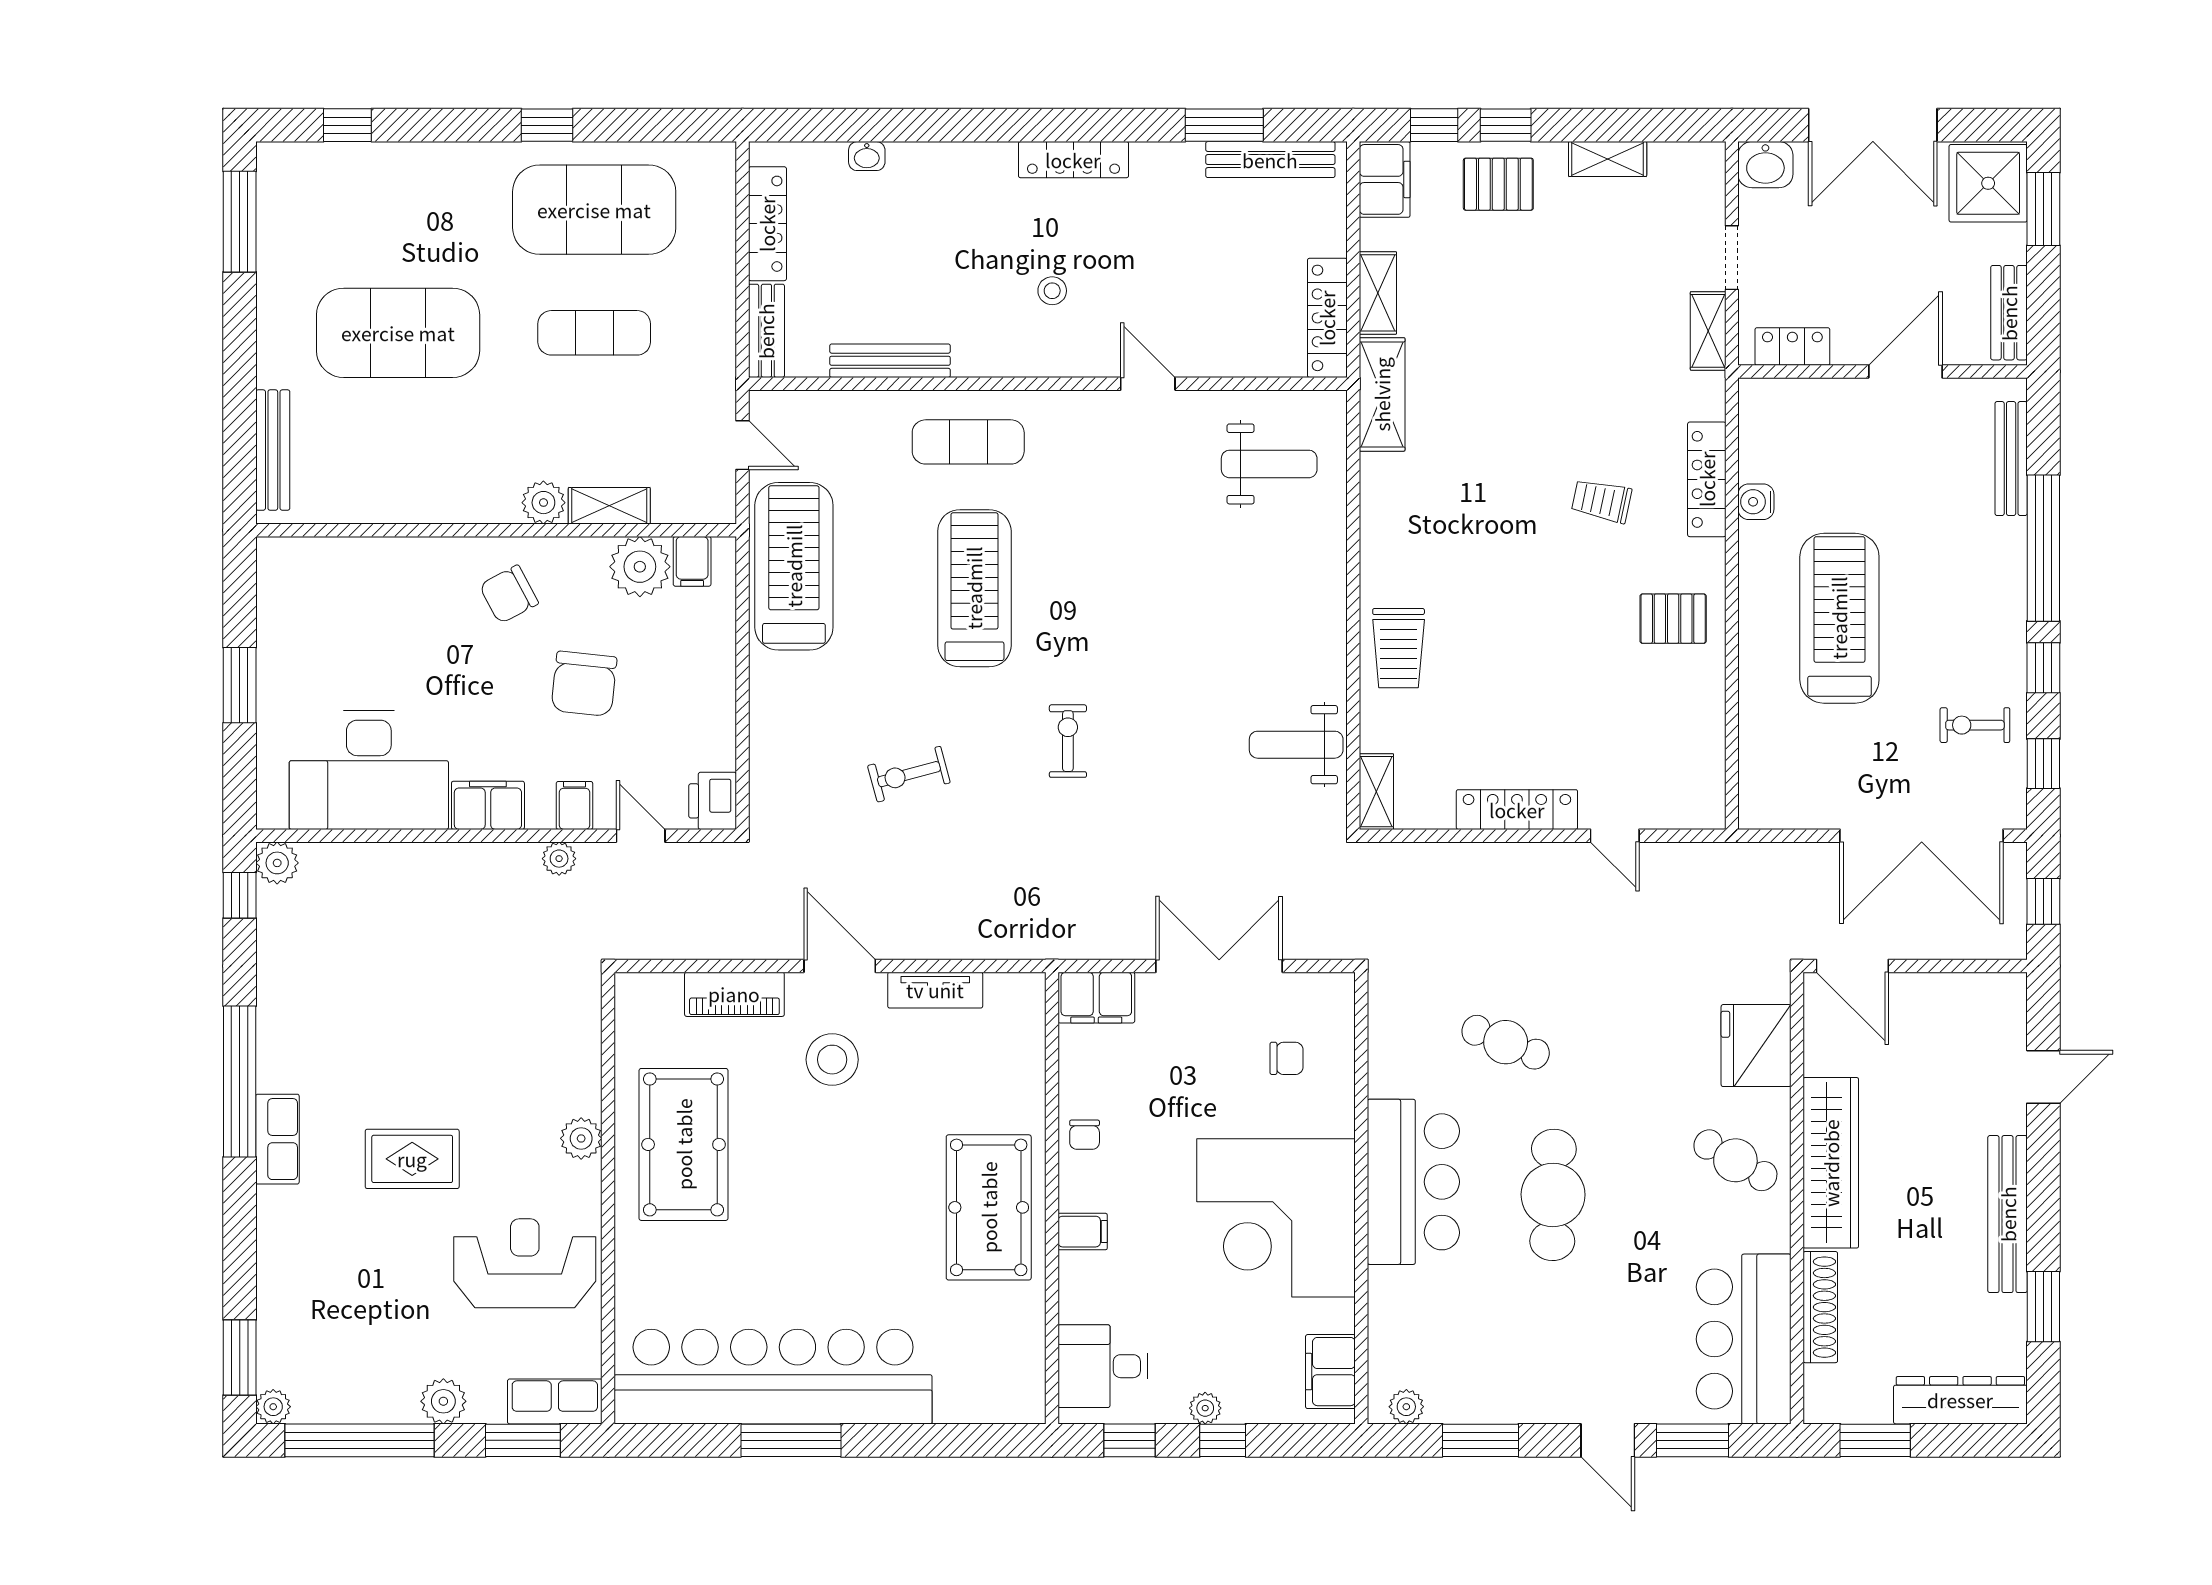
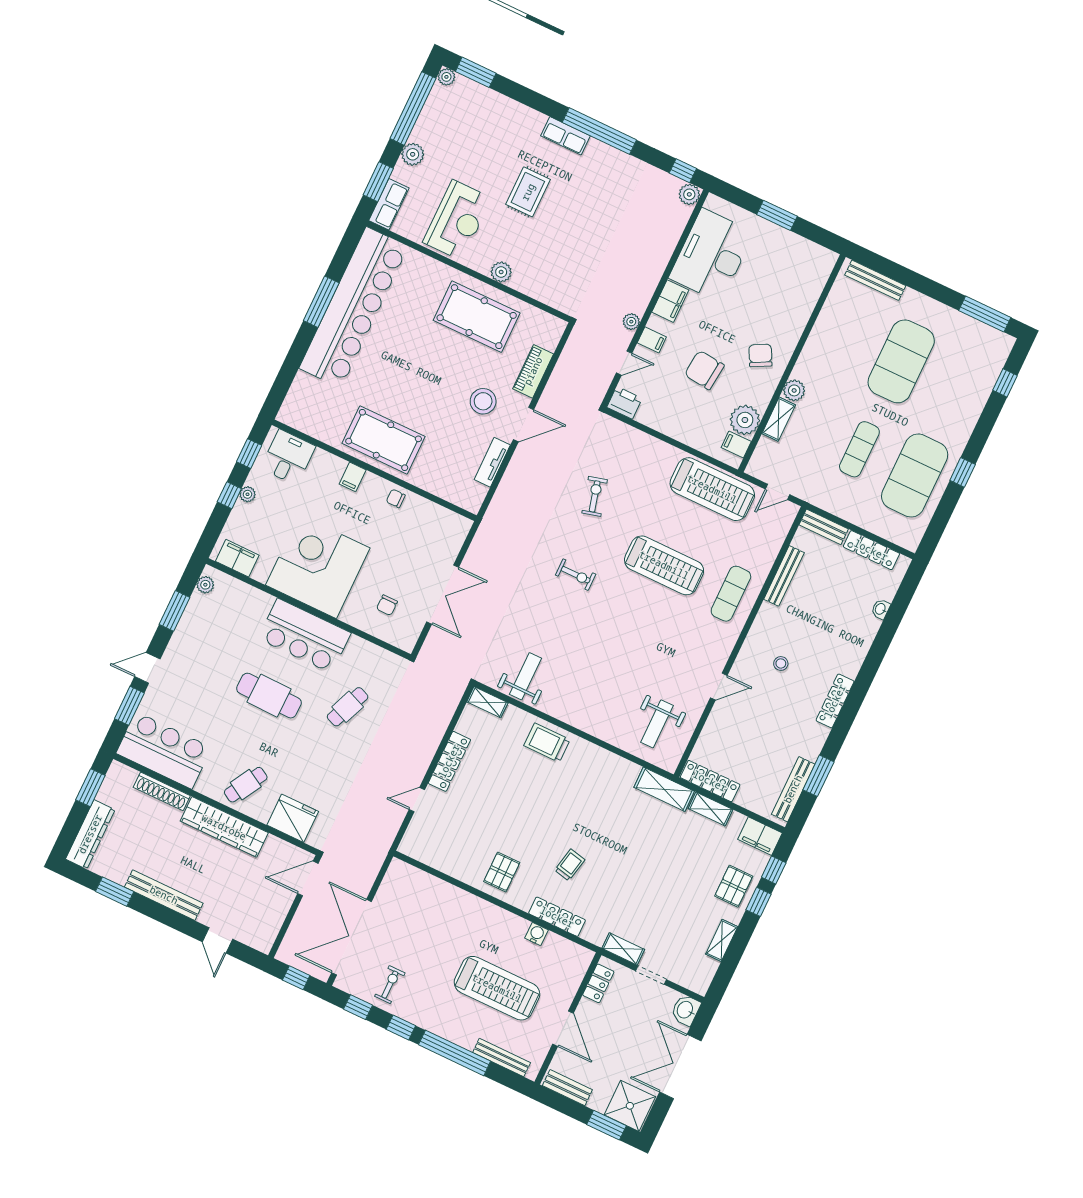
treadmill: (1839, 618) -> (497, 988), moved
filing cabinet: (1096, 998) -> (455, 533), removed

